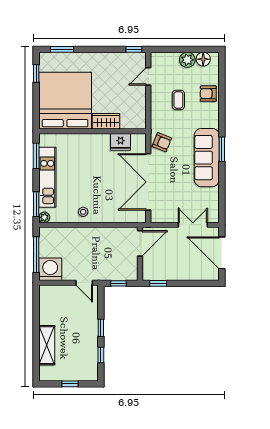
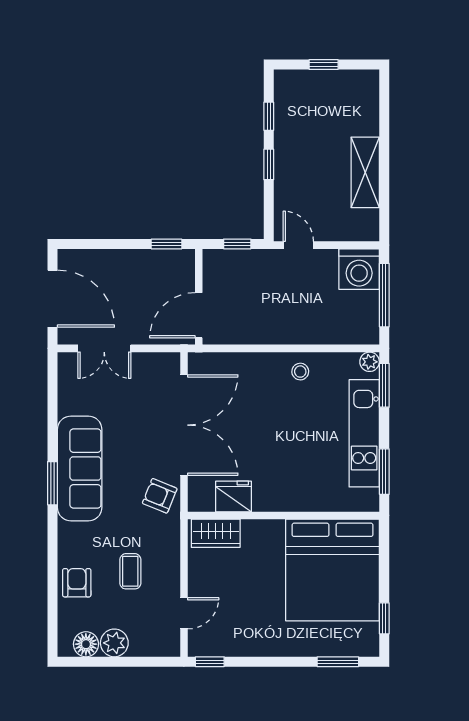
armchair: (208, 94) -> (77, 583), turned -90
wardrobe: (106, 121) -> (216, 533), moved
shelving: (47, 345) -> (365, 172), moved

